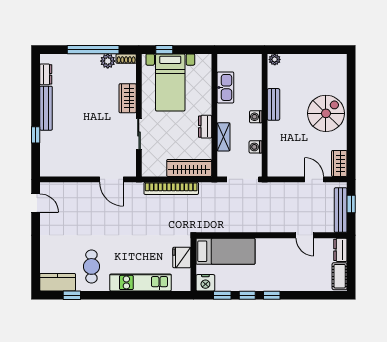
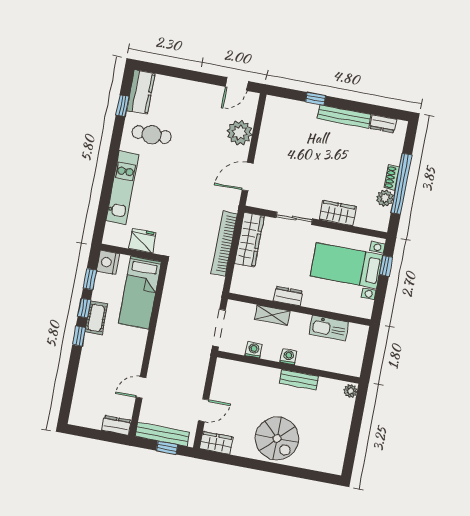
shoe rack: (126, 59) -> (392, 177), moved
wardrobe: (189, 168) -> (249, 240), moved
plant: (76, 193) -> (240, 133), added
cot: (340, 276) -> (96, 318), moved, turned 90

